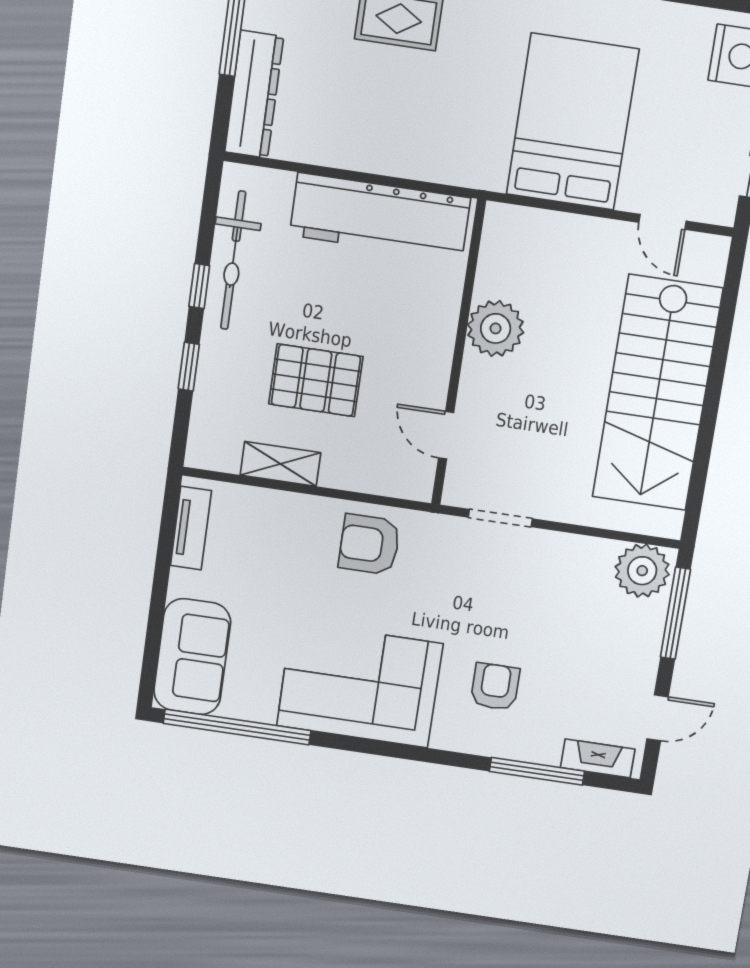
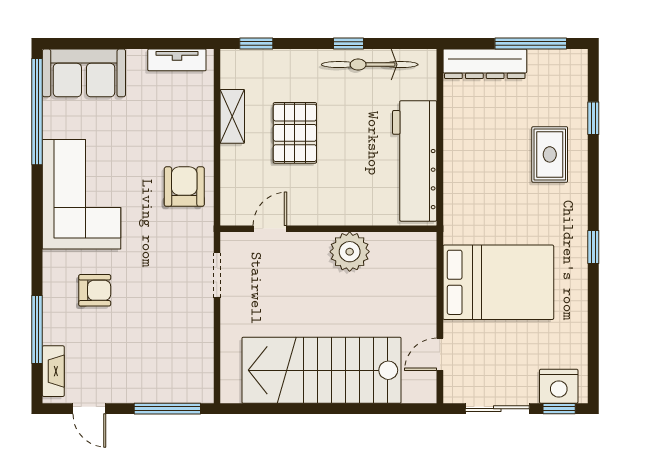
window: (189, 367) -> (256, 44), moved
plant: (642, 571) -> (194, 380), removed

